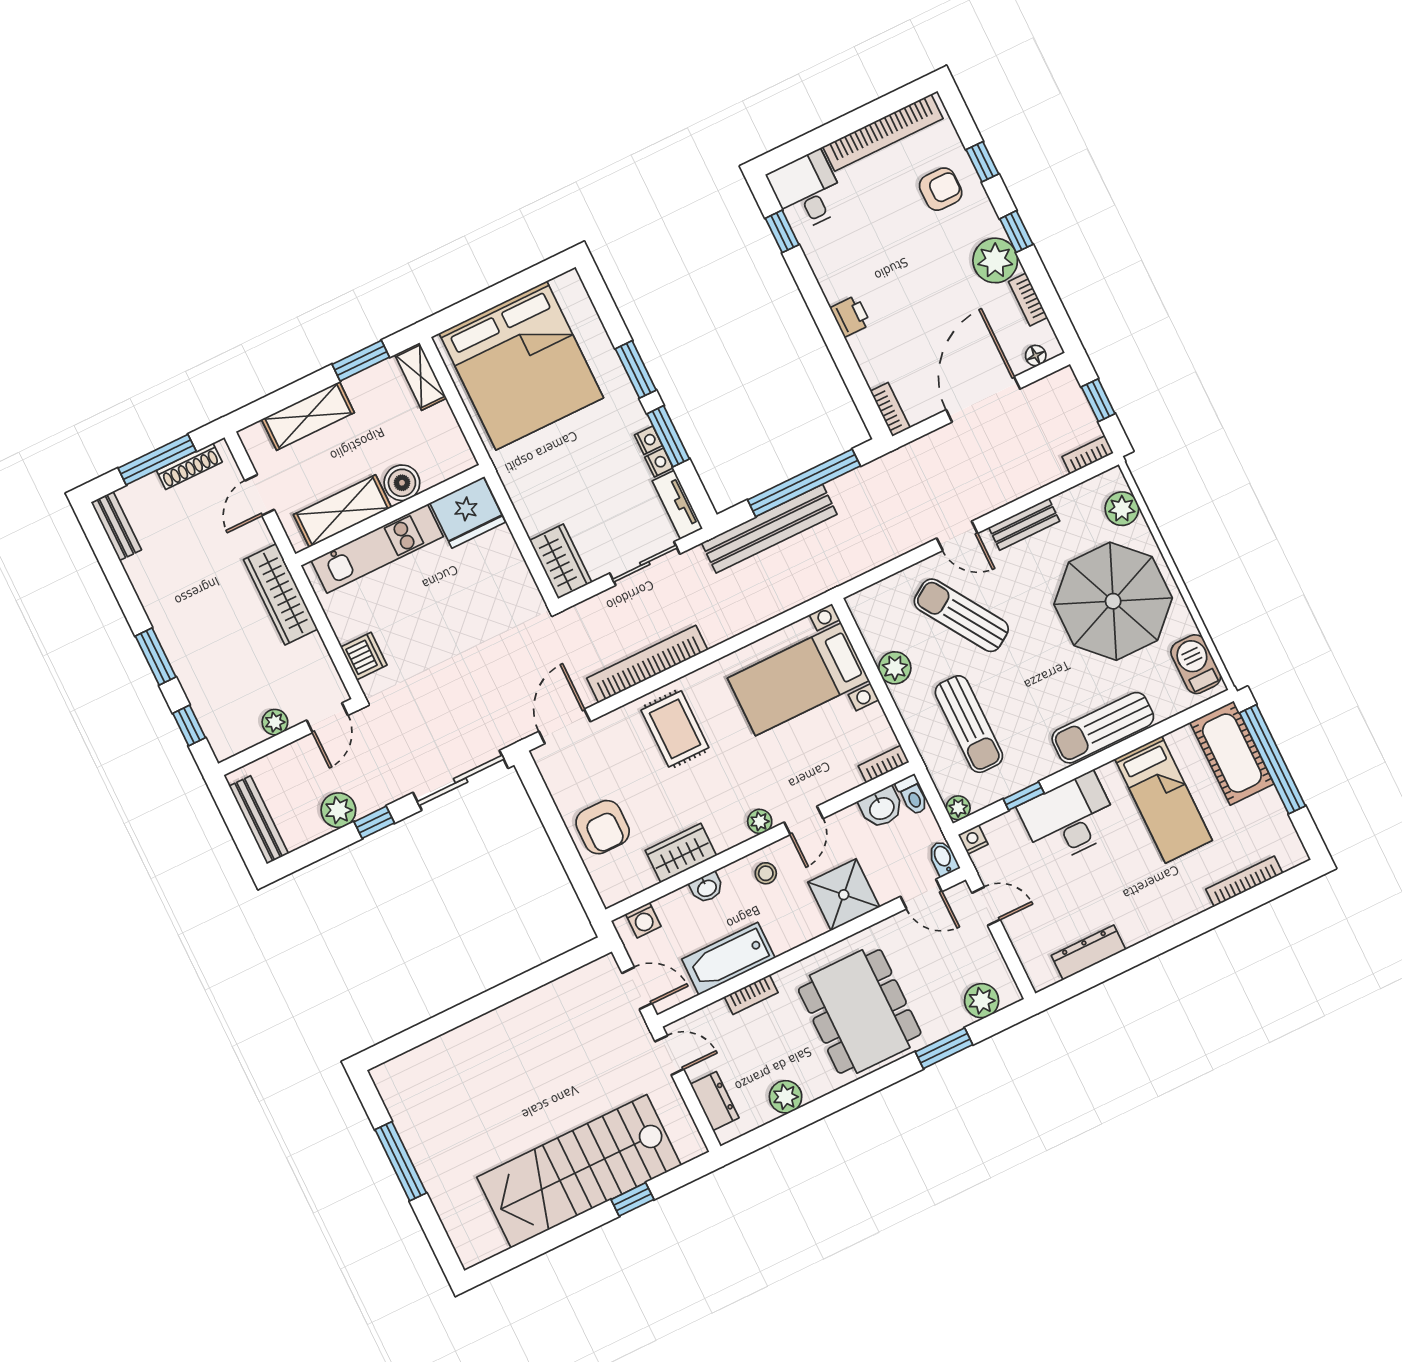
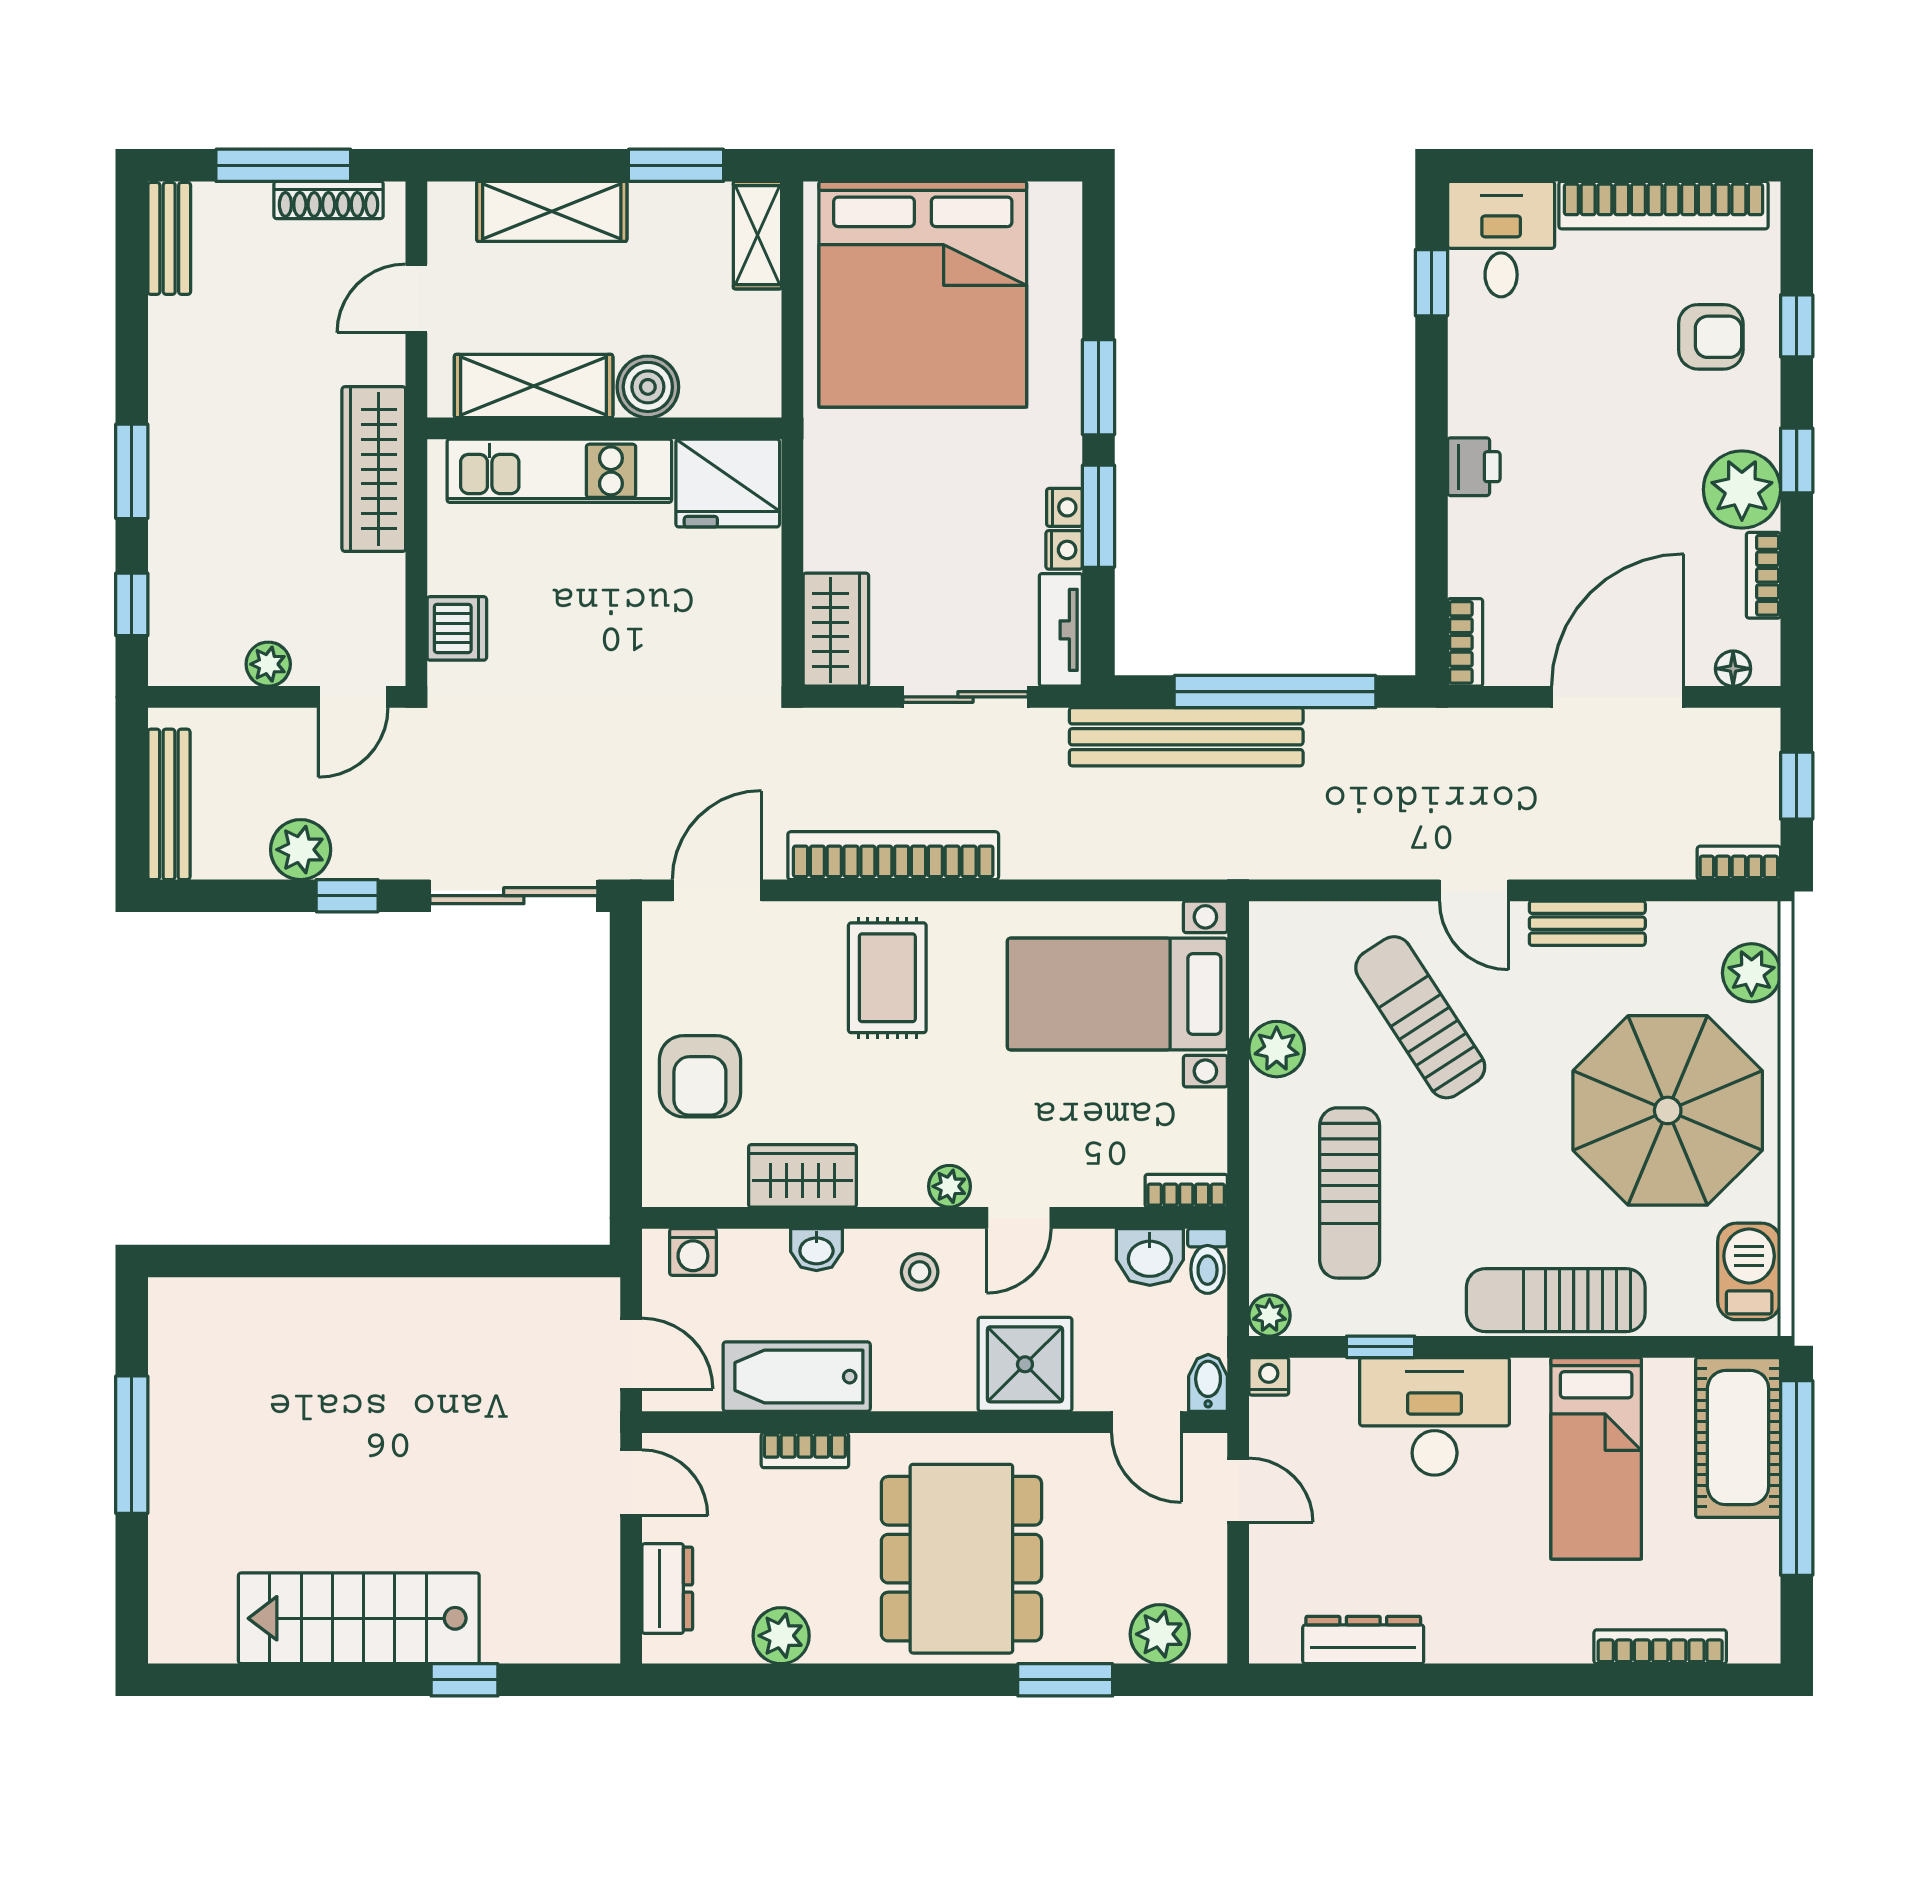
stairs: (579, 1171) -> (359, 1618), width x0.73, depth x0.66

